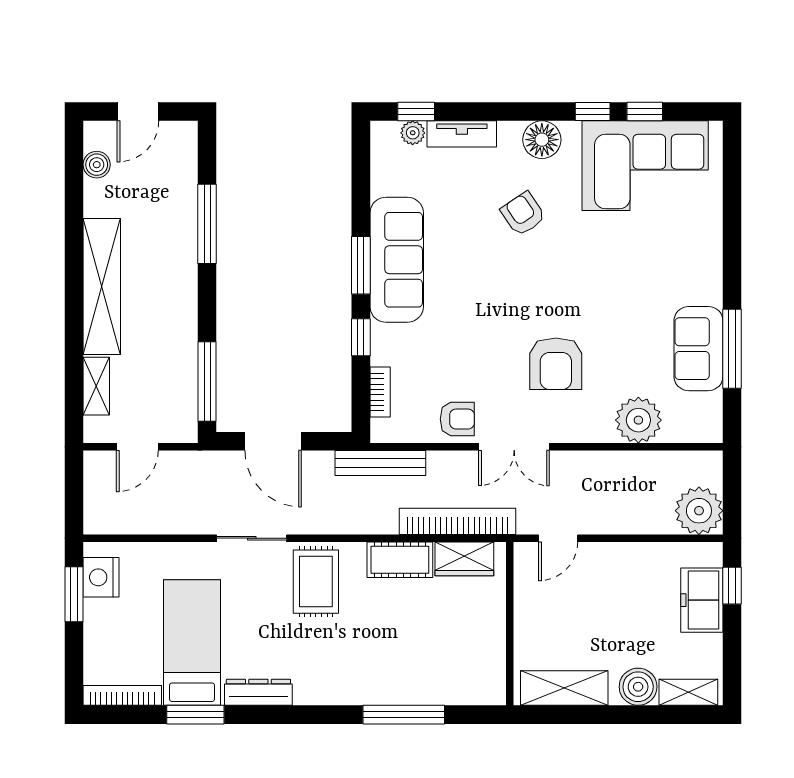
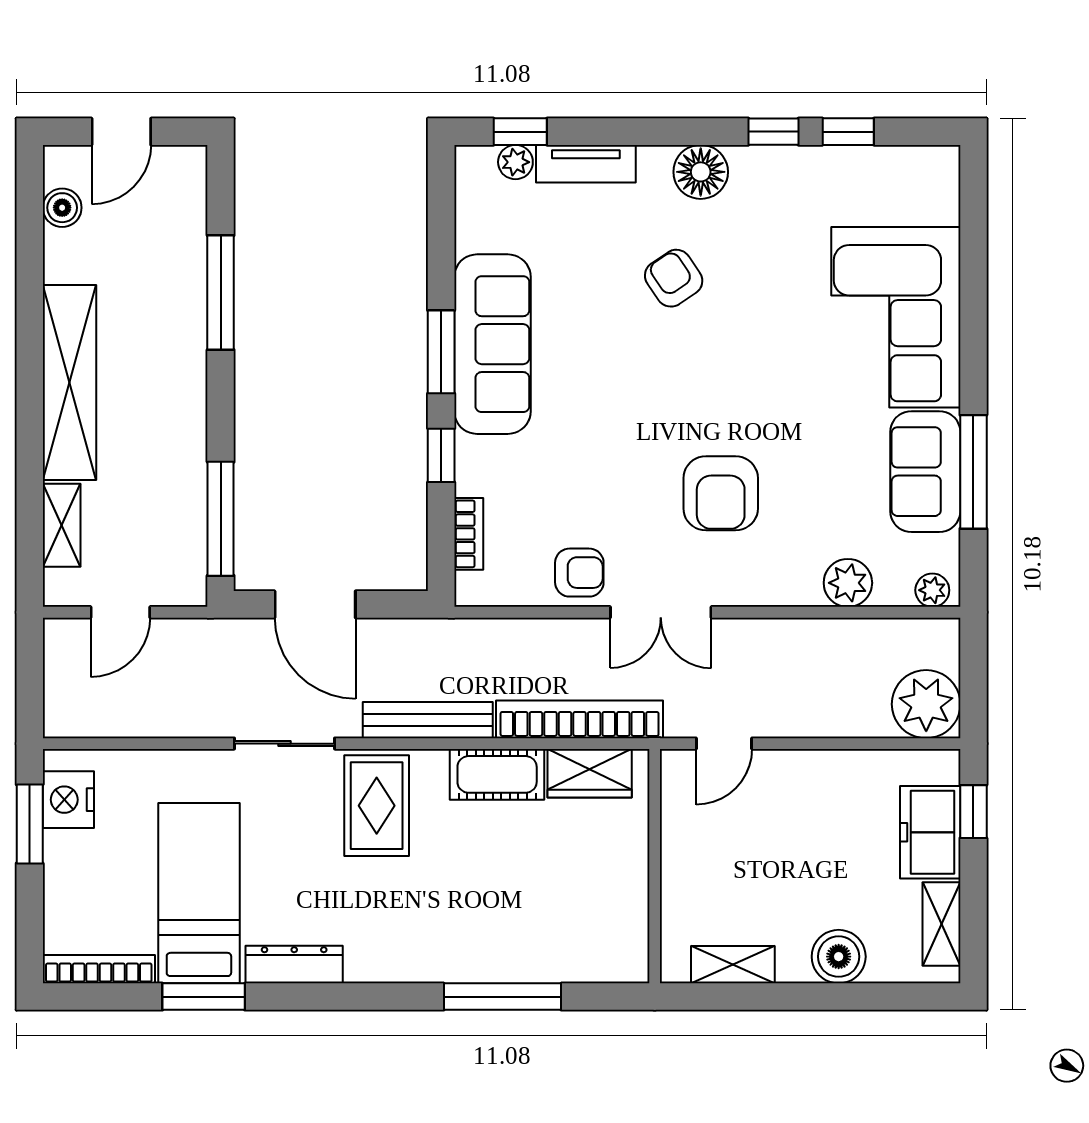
corner sofa: (645, 166) -> (896, 317), moved, turned 90
plant: (638, 420) -> (848, 583), width x0.73, depth x0.73
plant: (703, 431) -> (932, 590), added
bench: (380, 463) -> (428, 720), moved
shelving: (564, 688) -> (733, 965), width x0.67, depth x0.75
shelving: (688, 692) -> (941, 924), moved, turned 90

